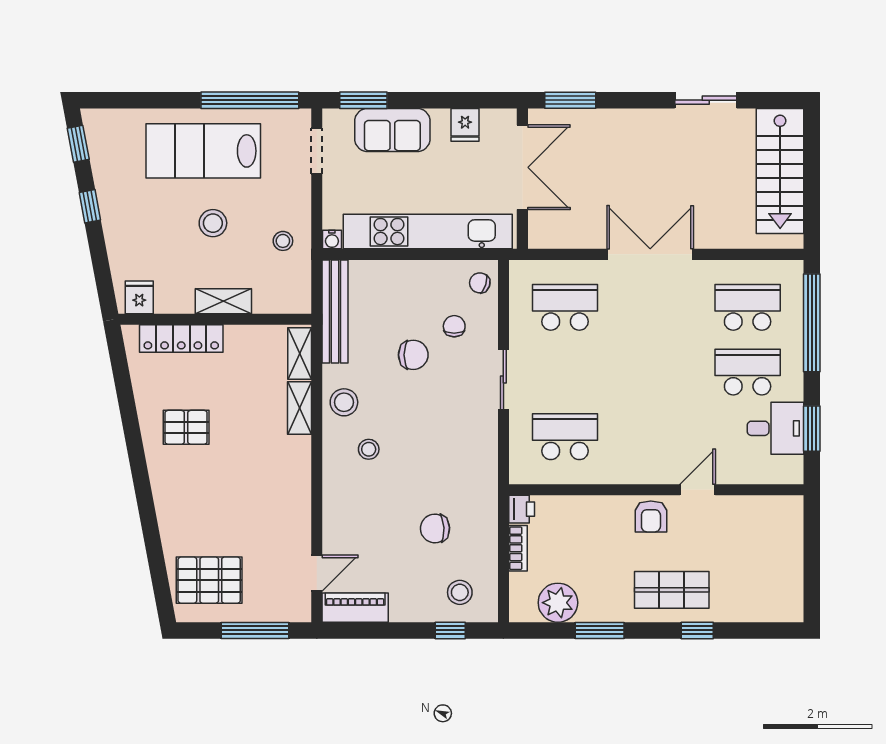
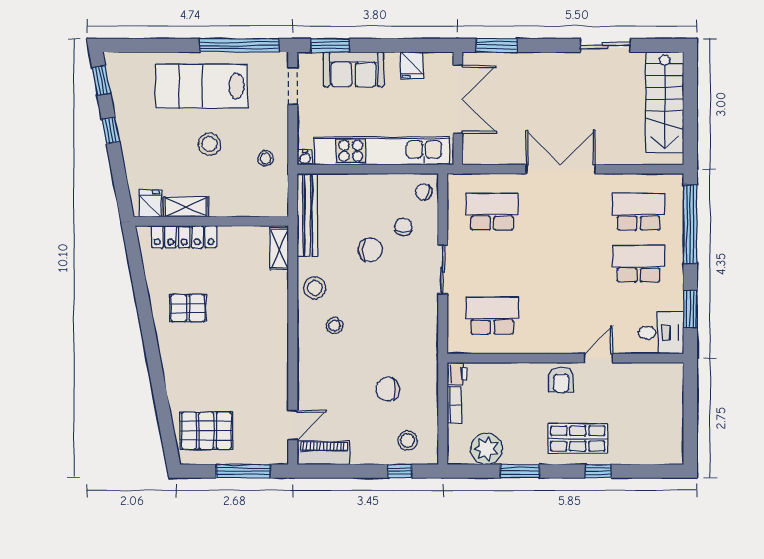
shelving: (223, 301) -> (186, 207), moved
shelving: (300, 408) -> (279, 292), removed
desk: (776, 428) -> (661, 333), moved

